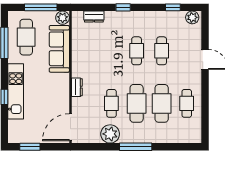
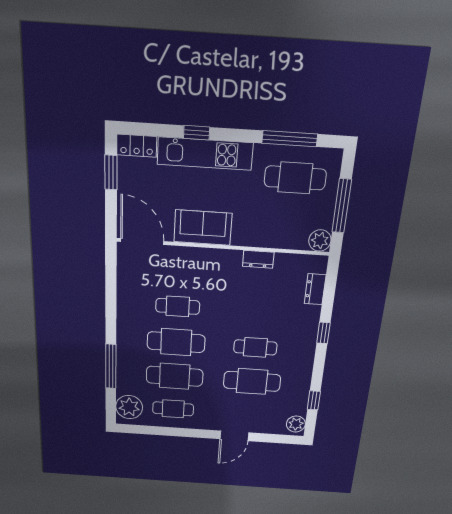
sofa: (59, 49) -> (203, 228), moved, width x0.73
cafe table: (162, 51) -> (252, 381), width x1.37, depth x1.35
dresser: (77, 87) -> (258, 259), moved
locker: (14, 132) -> (137, 146), added
plant: (110, 134) -> (129, 407), moved
window: (136, 147) -> (111, 366), moved

